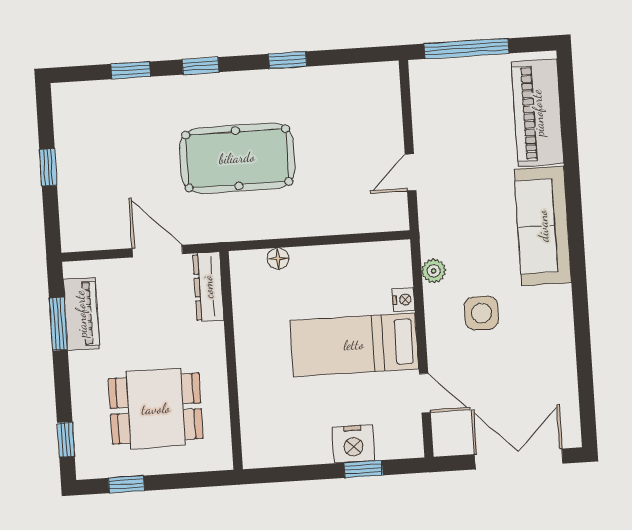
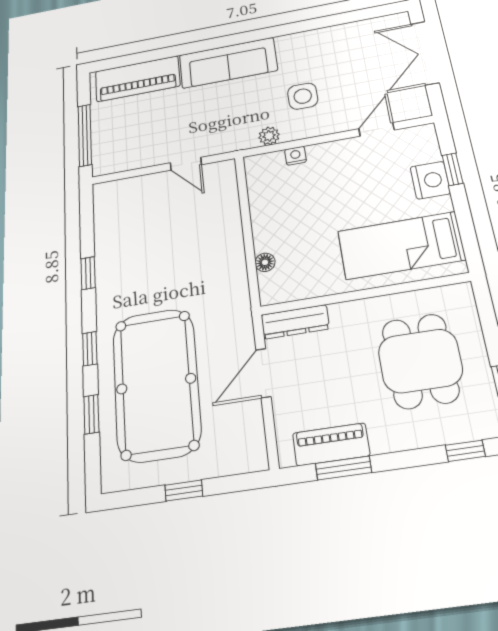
pool table: (237, 158) -> (156, 384), moved, width x1.36, depth x1.32
bed: (354, 345) -> (401, 245), moved, turned 90

